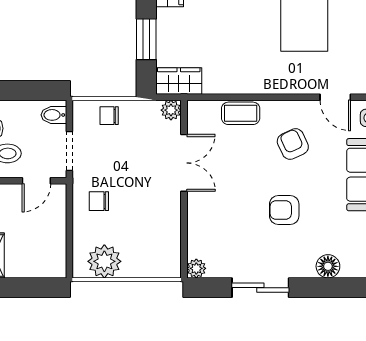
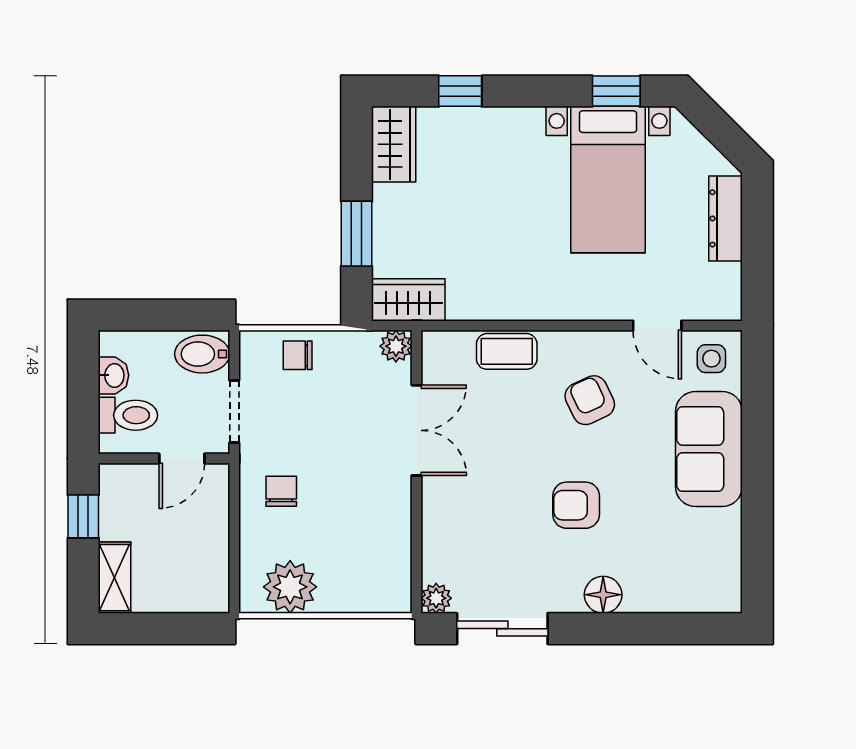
bidet: (54, 115) -> (202, 354), width x1.38, depth x1.36
chair: (99, 201) -> (281, 491), turned 90
floor lamp: (328, 266) -> (603, 595), moved
sliding door: (260, 288) -> (502, 629), moved

